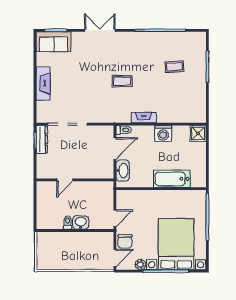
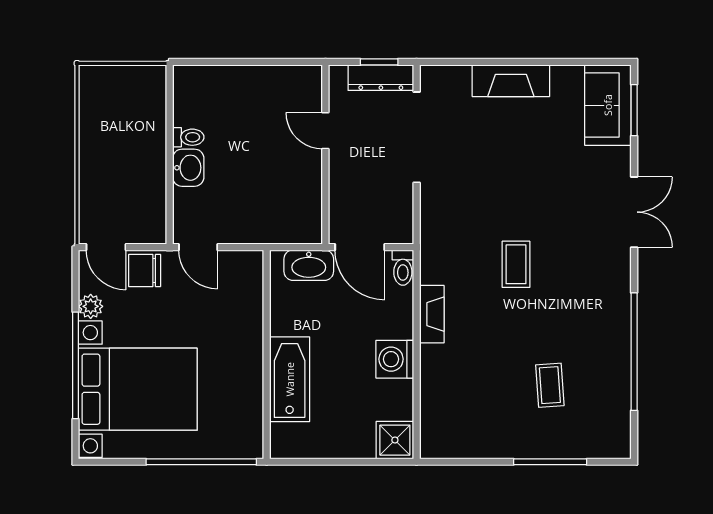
door: (65, 180) -> (325, 131), moved
wall: (75, 180) -> (325, 154), moved

